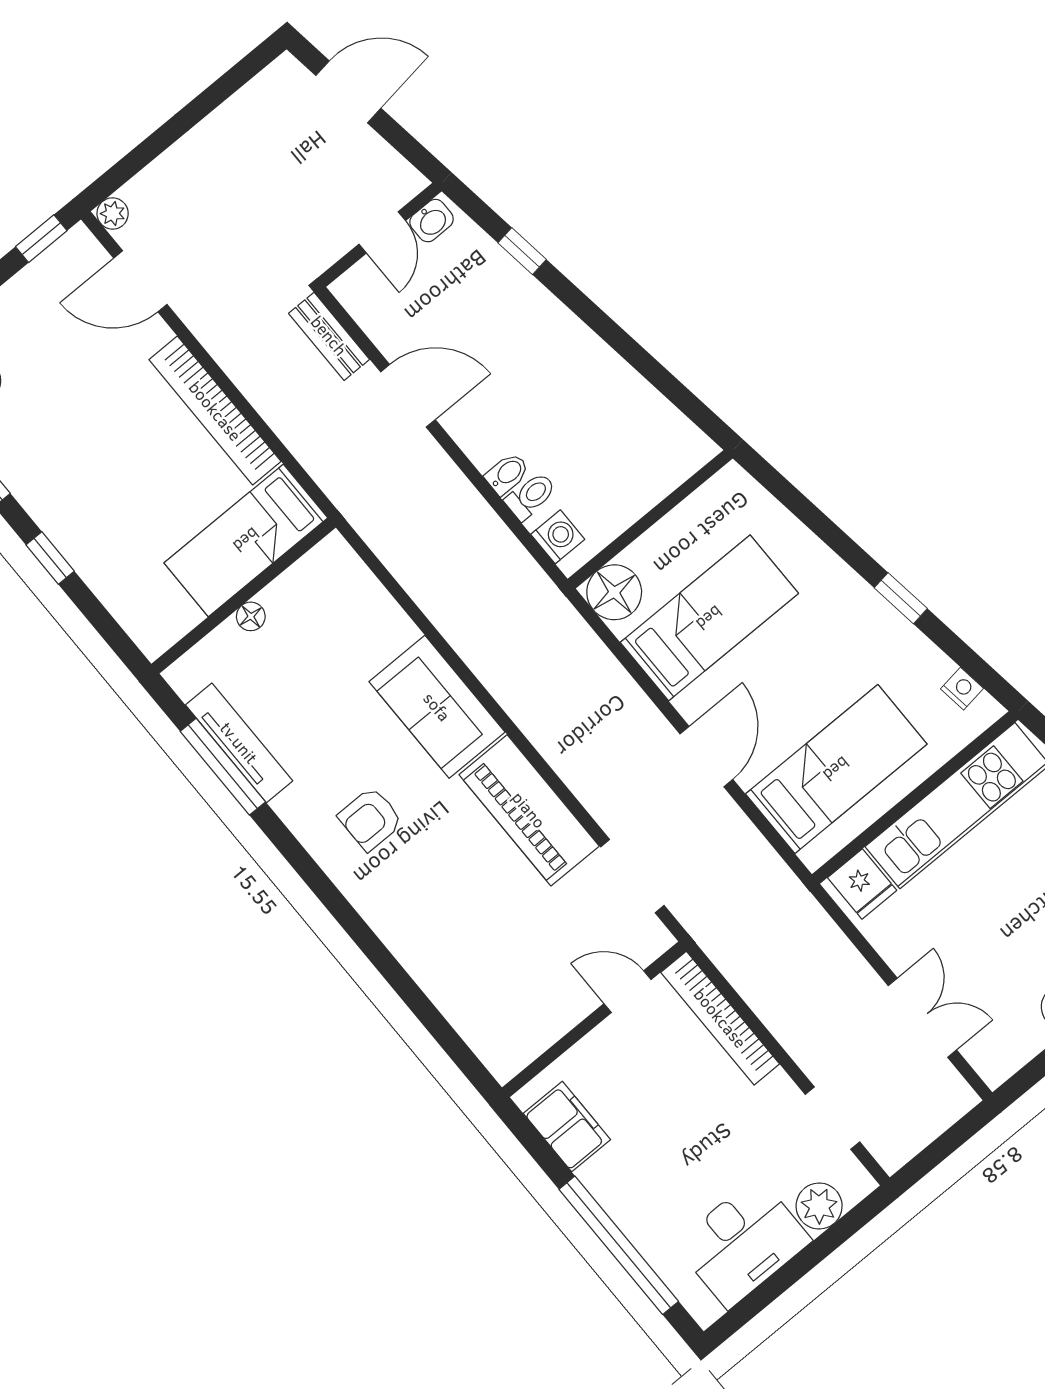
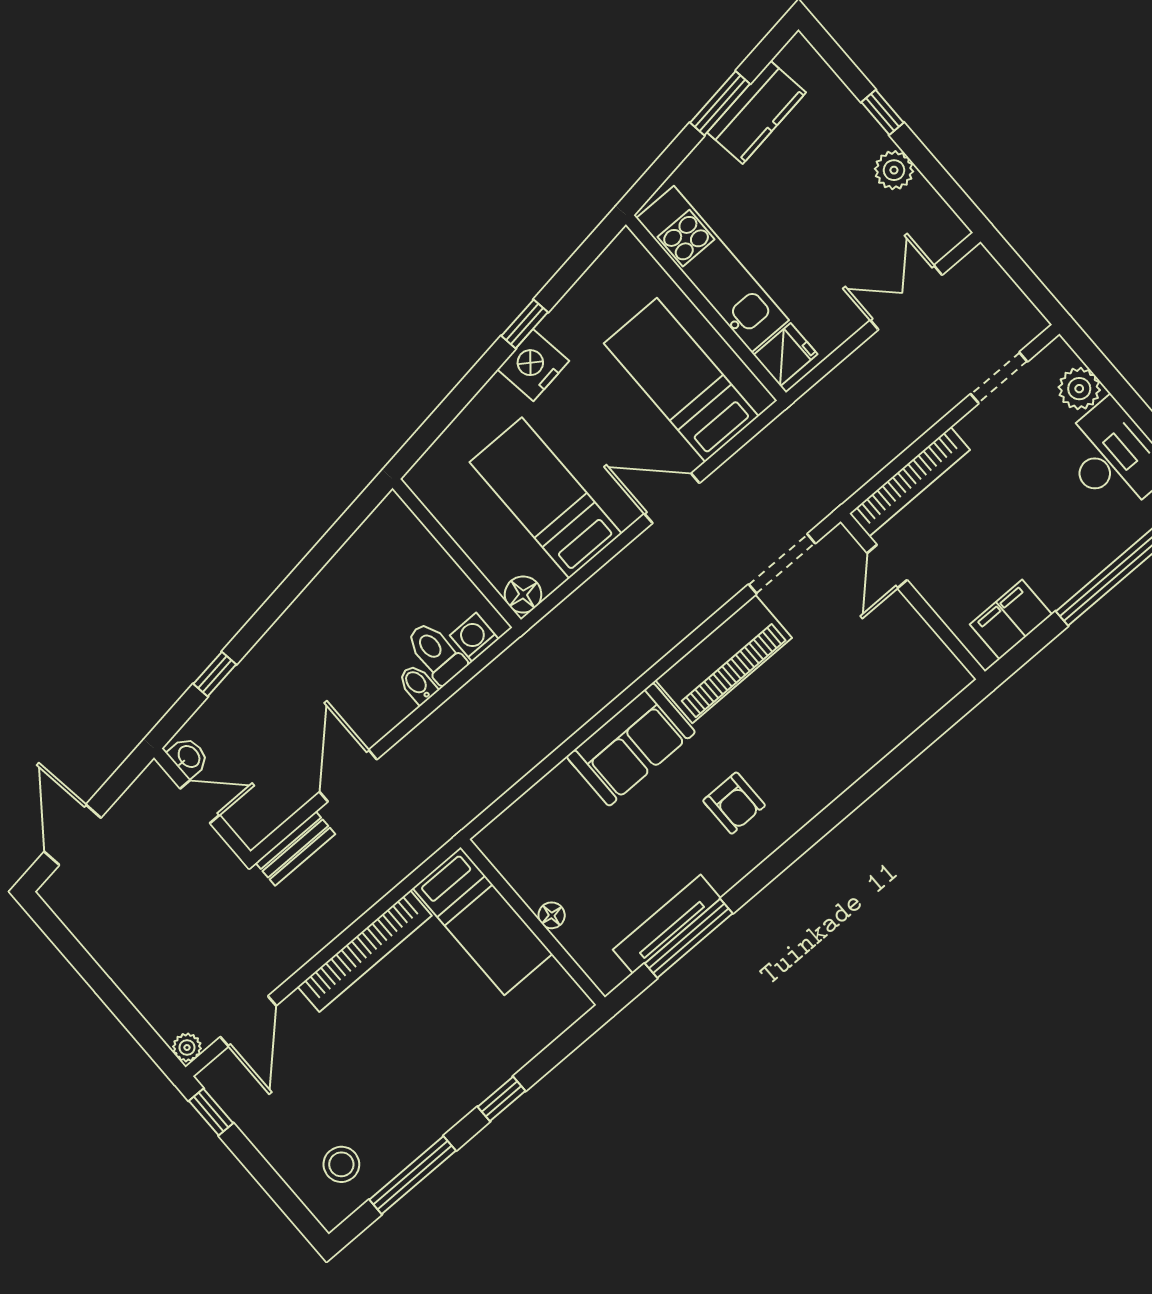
toilet: (531, 496) -> (436, 653), width x1.37, depth x1.39
floor lamp: (614, 592) -> (523, 594), width x0.73, depth x0.73
nightstand: (962, 689) -> (533, 365), moved, width x1.89, depth x1.79

